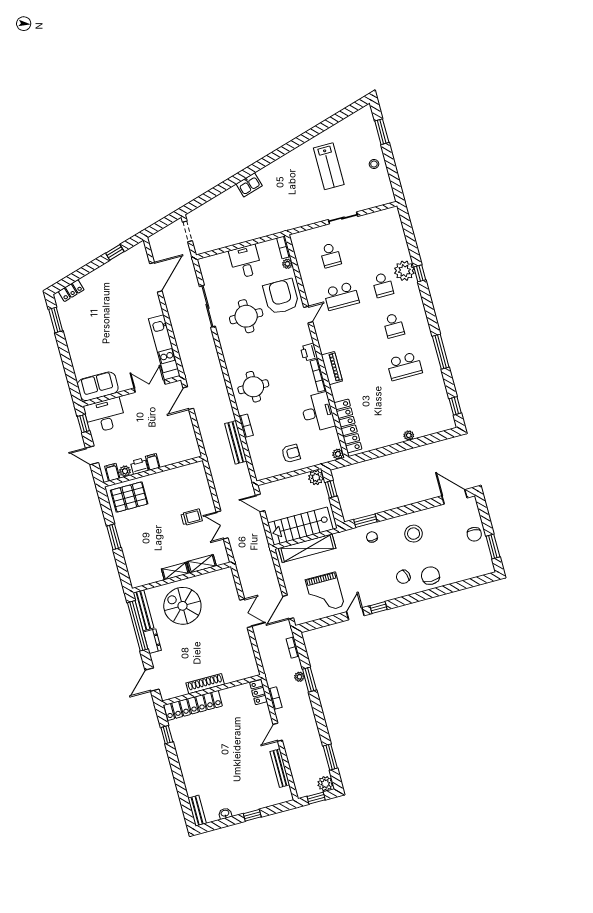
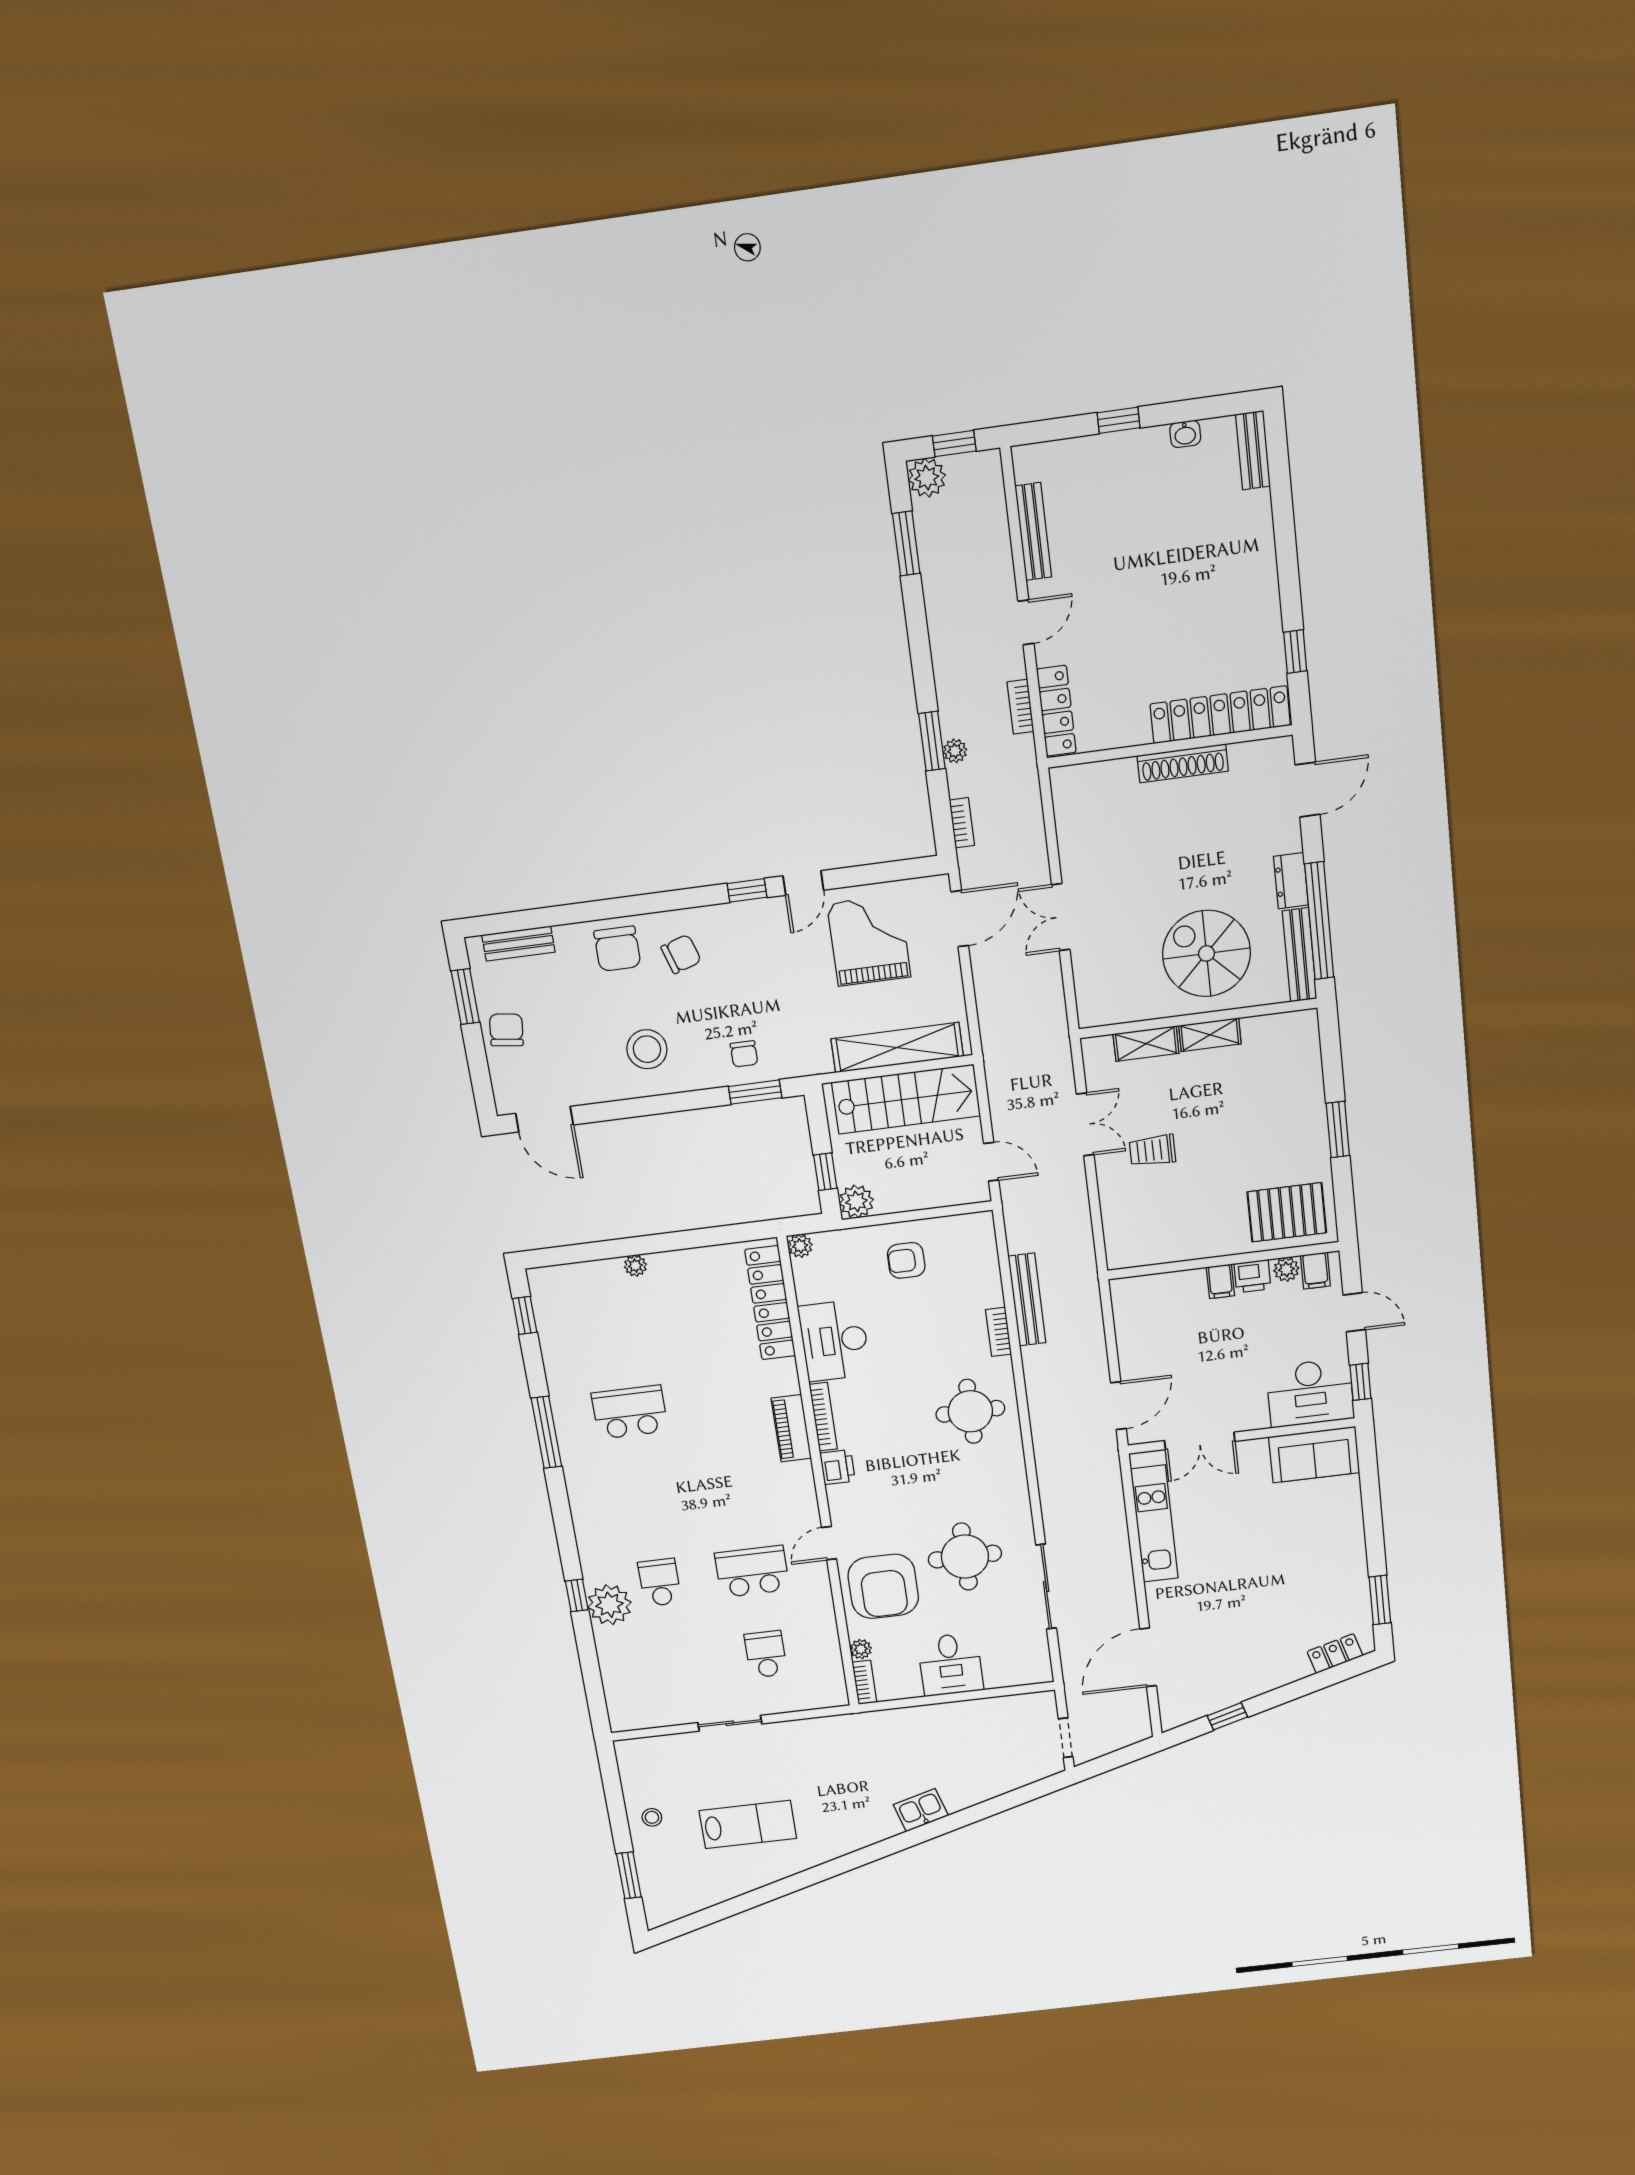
lab bench: (329, 166) -> (748, 1824), turned 90
school desk: (394, 326) -> (645, 1498), removed
bench: (472, 572) -> (518, 944), added
spiral stairs: (182, 606) -> (1206, 953), turned 180
locker: (259, 692) -> (1056, 711), width x1.53

